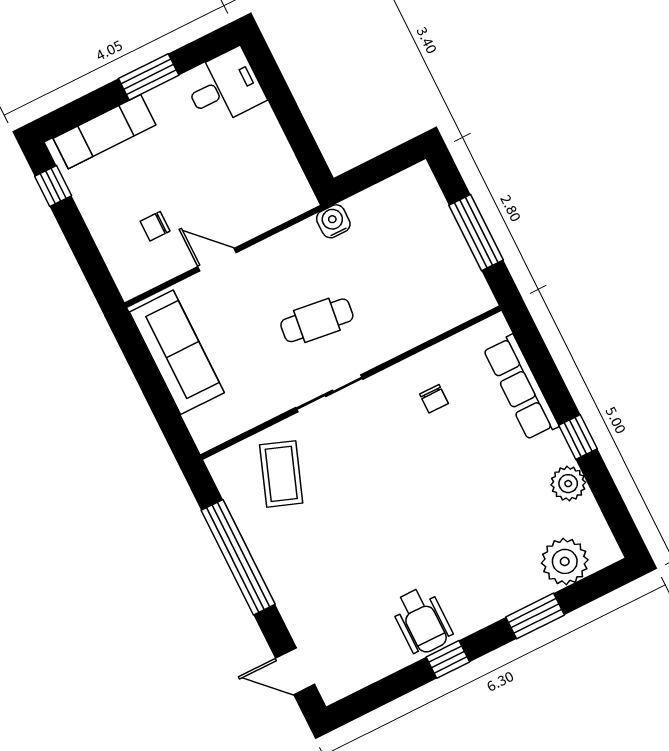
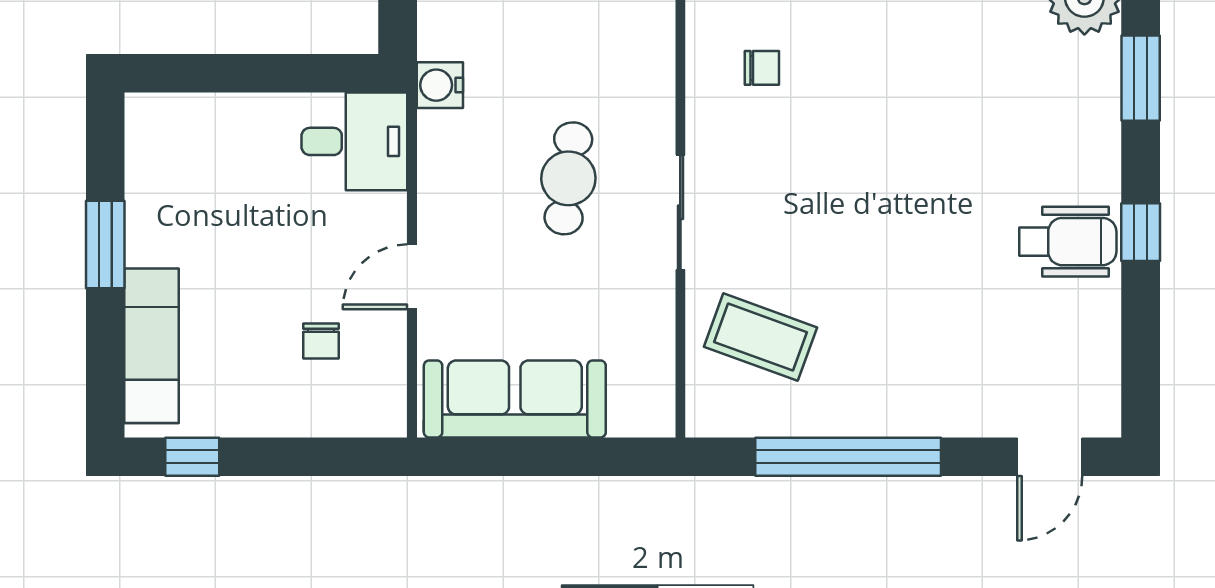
desk: (224, 87) -> (354, 141), moved, turned 90

